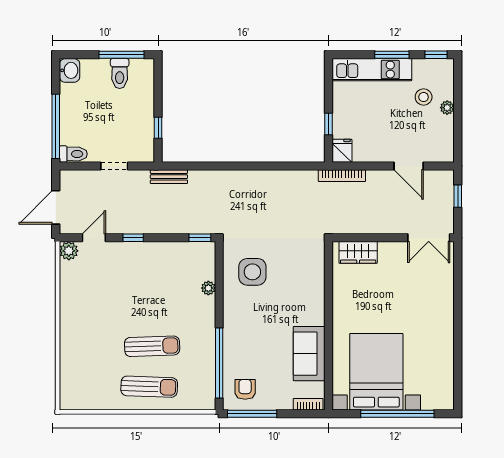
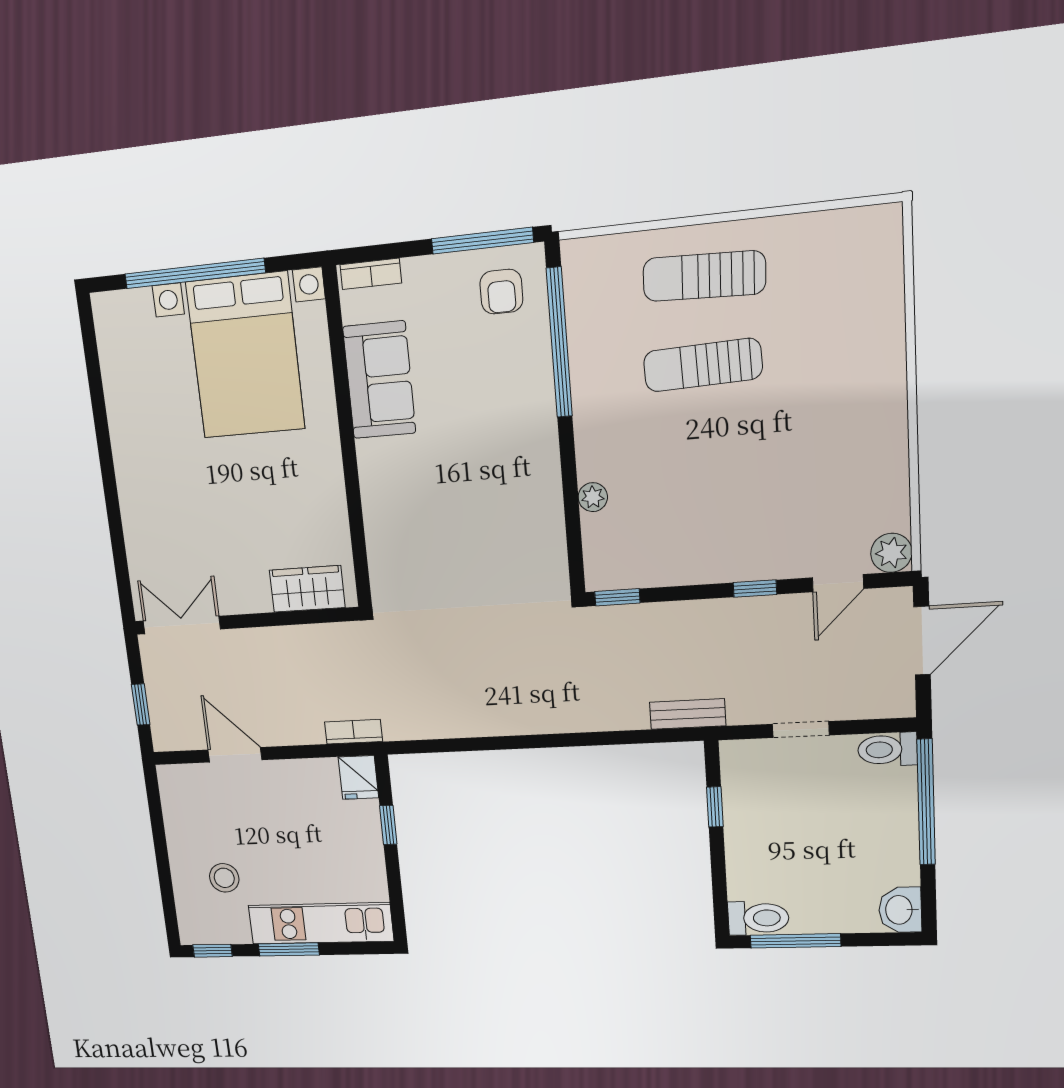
toilet: (120, 73) -> (758, 918), moved, turned 90
plant: (447, 108) -> (181, 861), removed
bookcase: (342, 176) -> (354, 732), width x0.64
side table: (252, 272) -> (507, 537), removed

